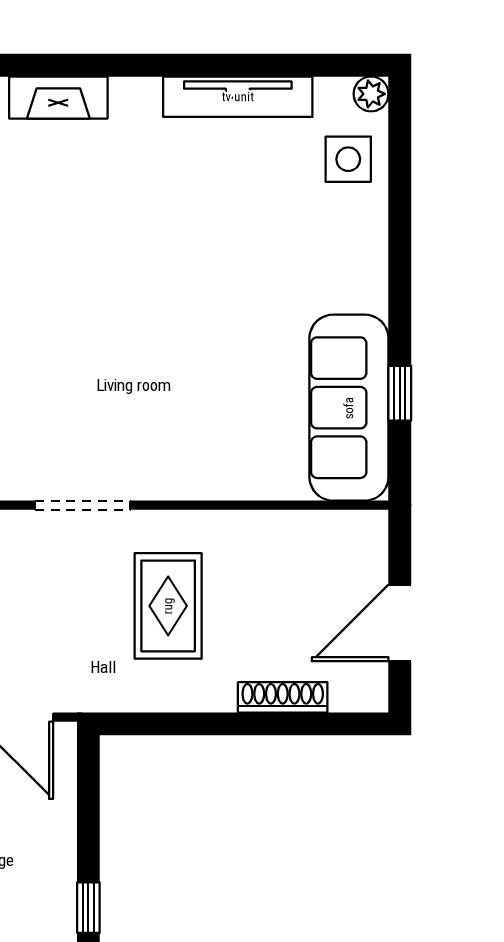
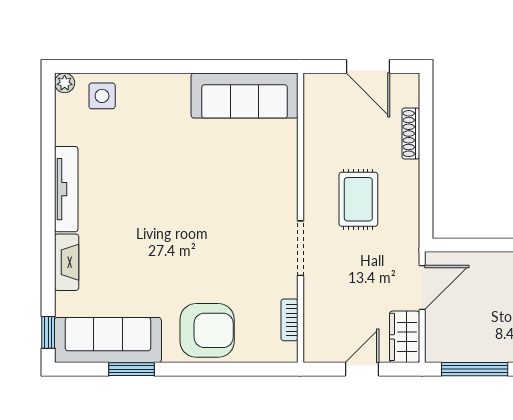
tv unit: (238, 97) -> (66, 189), moved
window: (400, 393) -> (236, 66), removed
rug: (168, 606) -> (358, 199), turned 90

